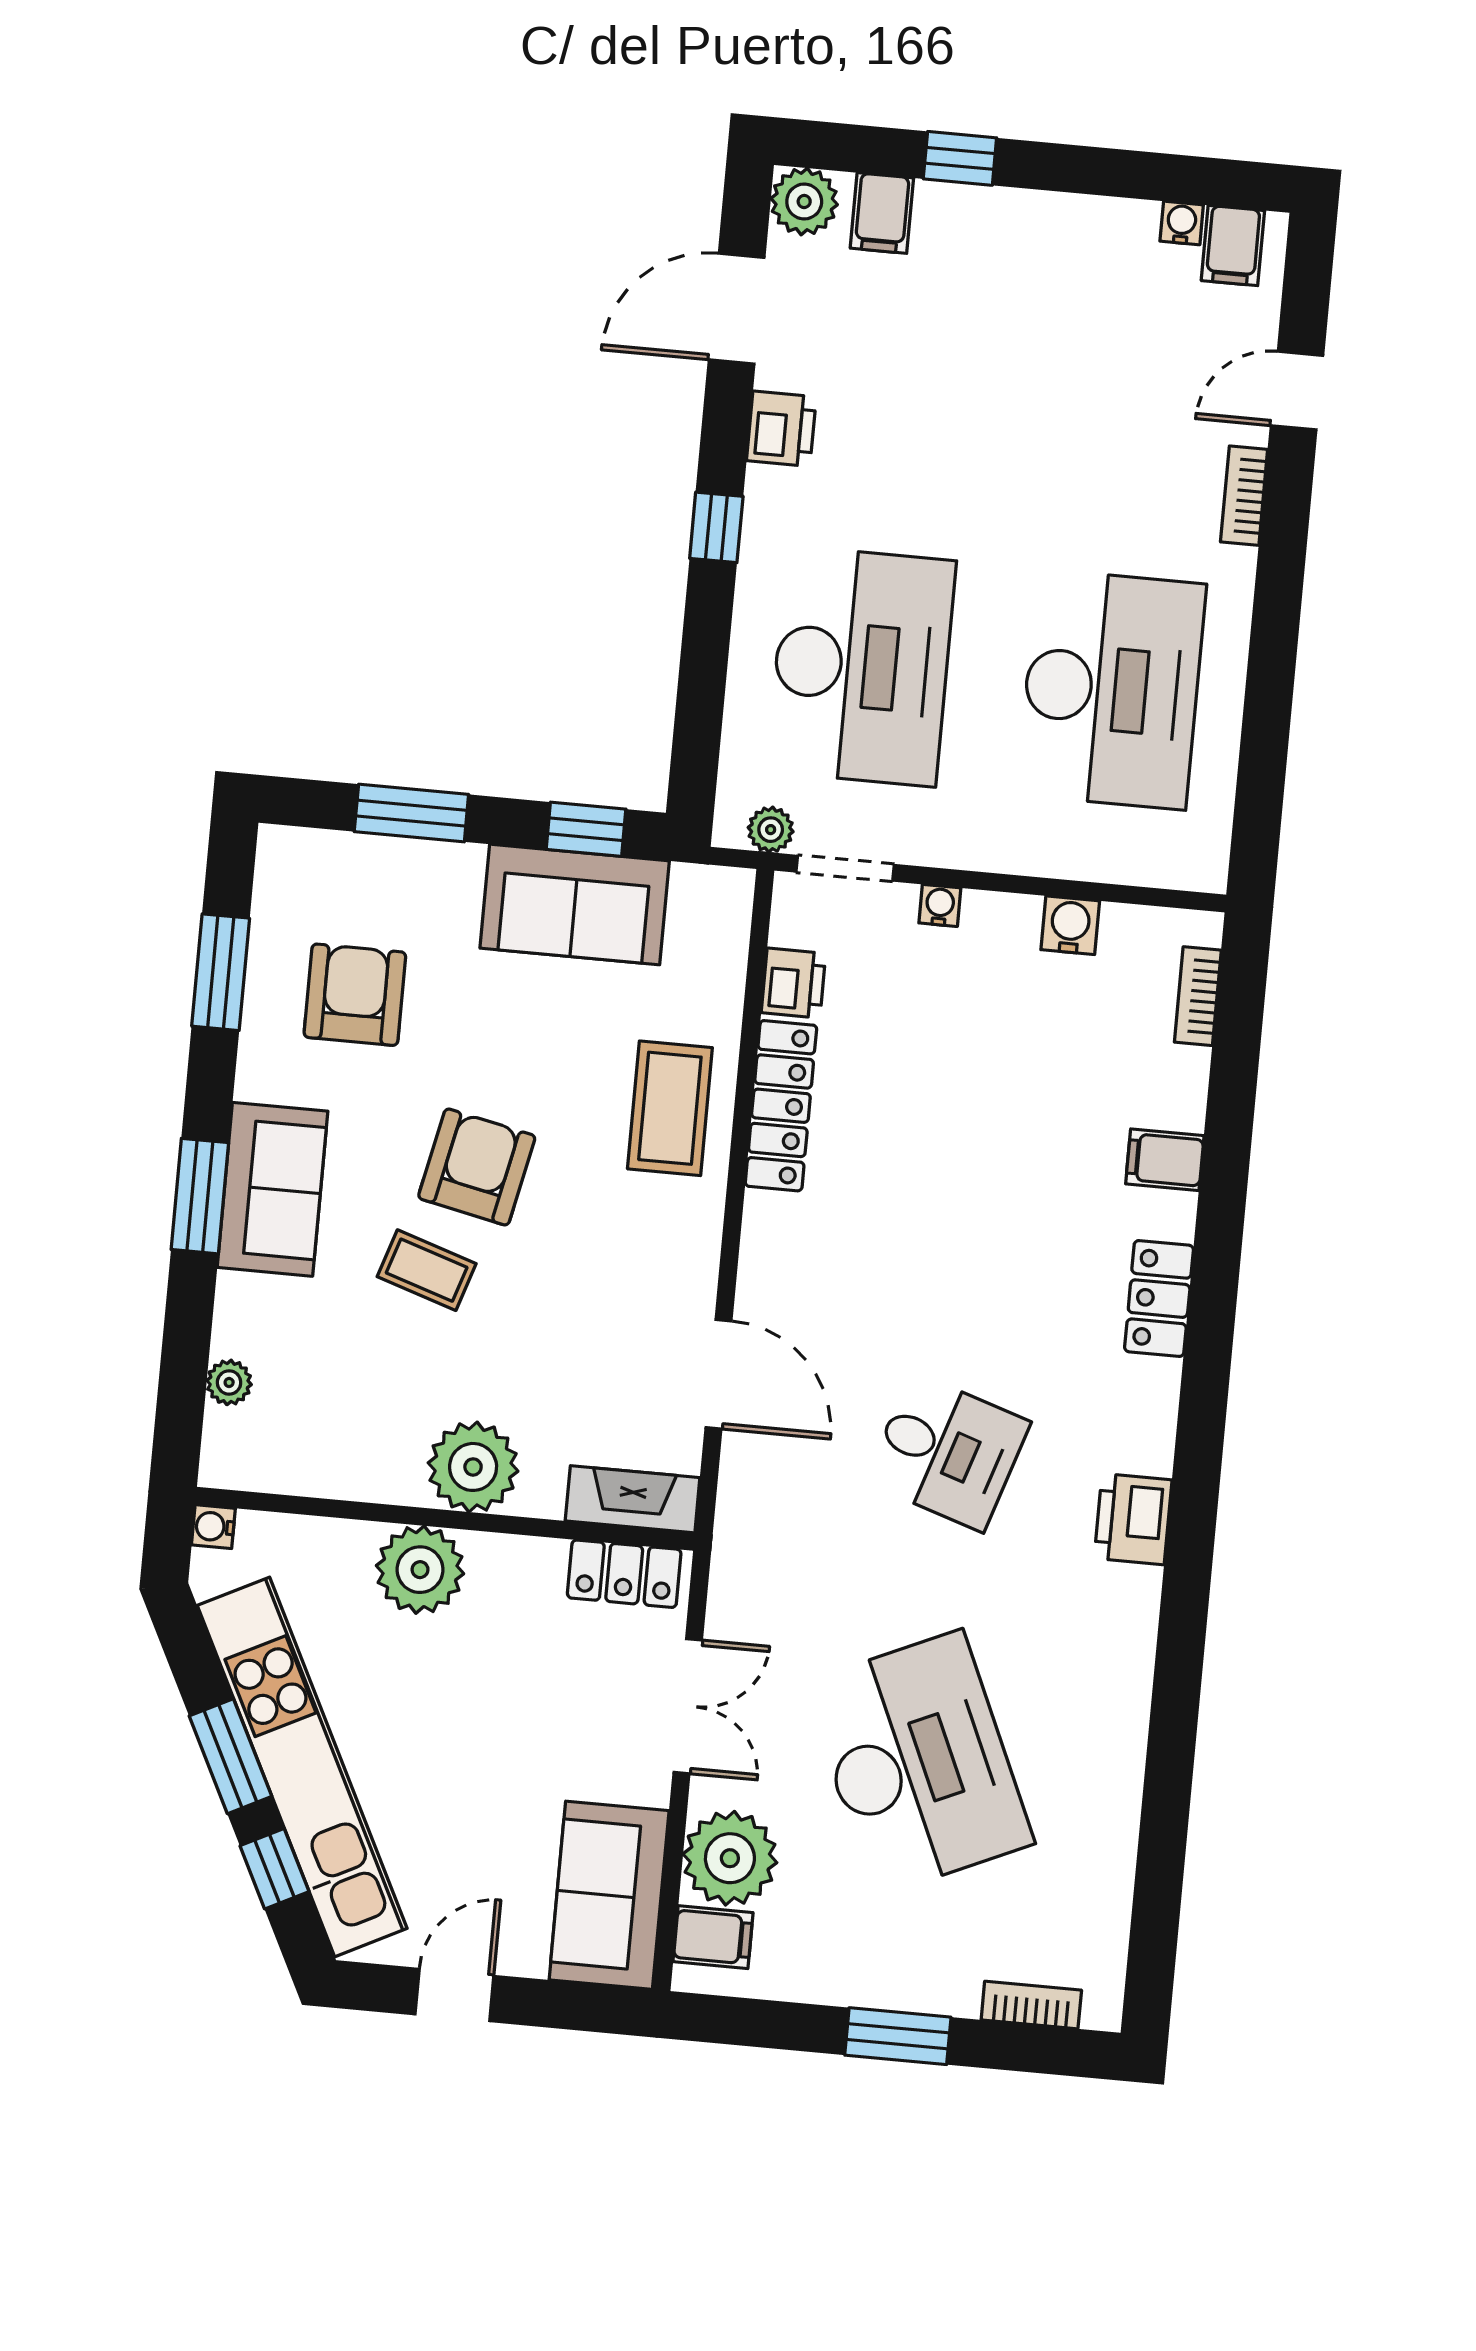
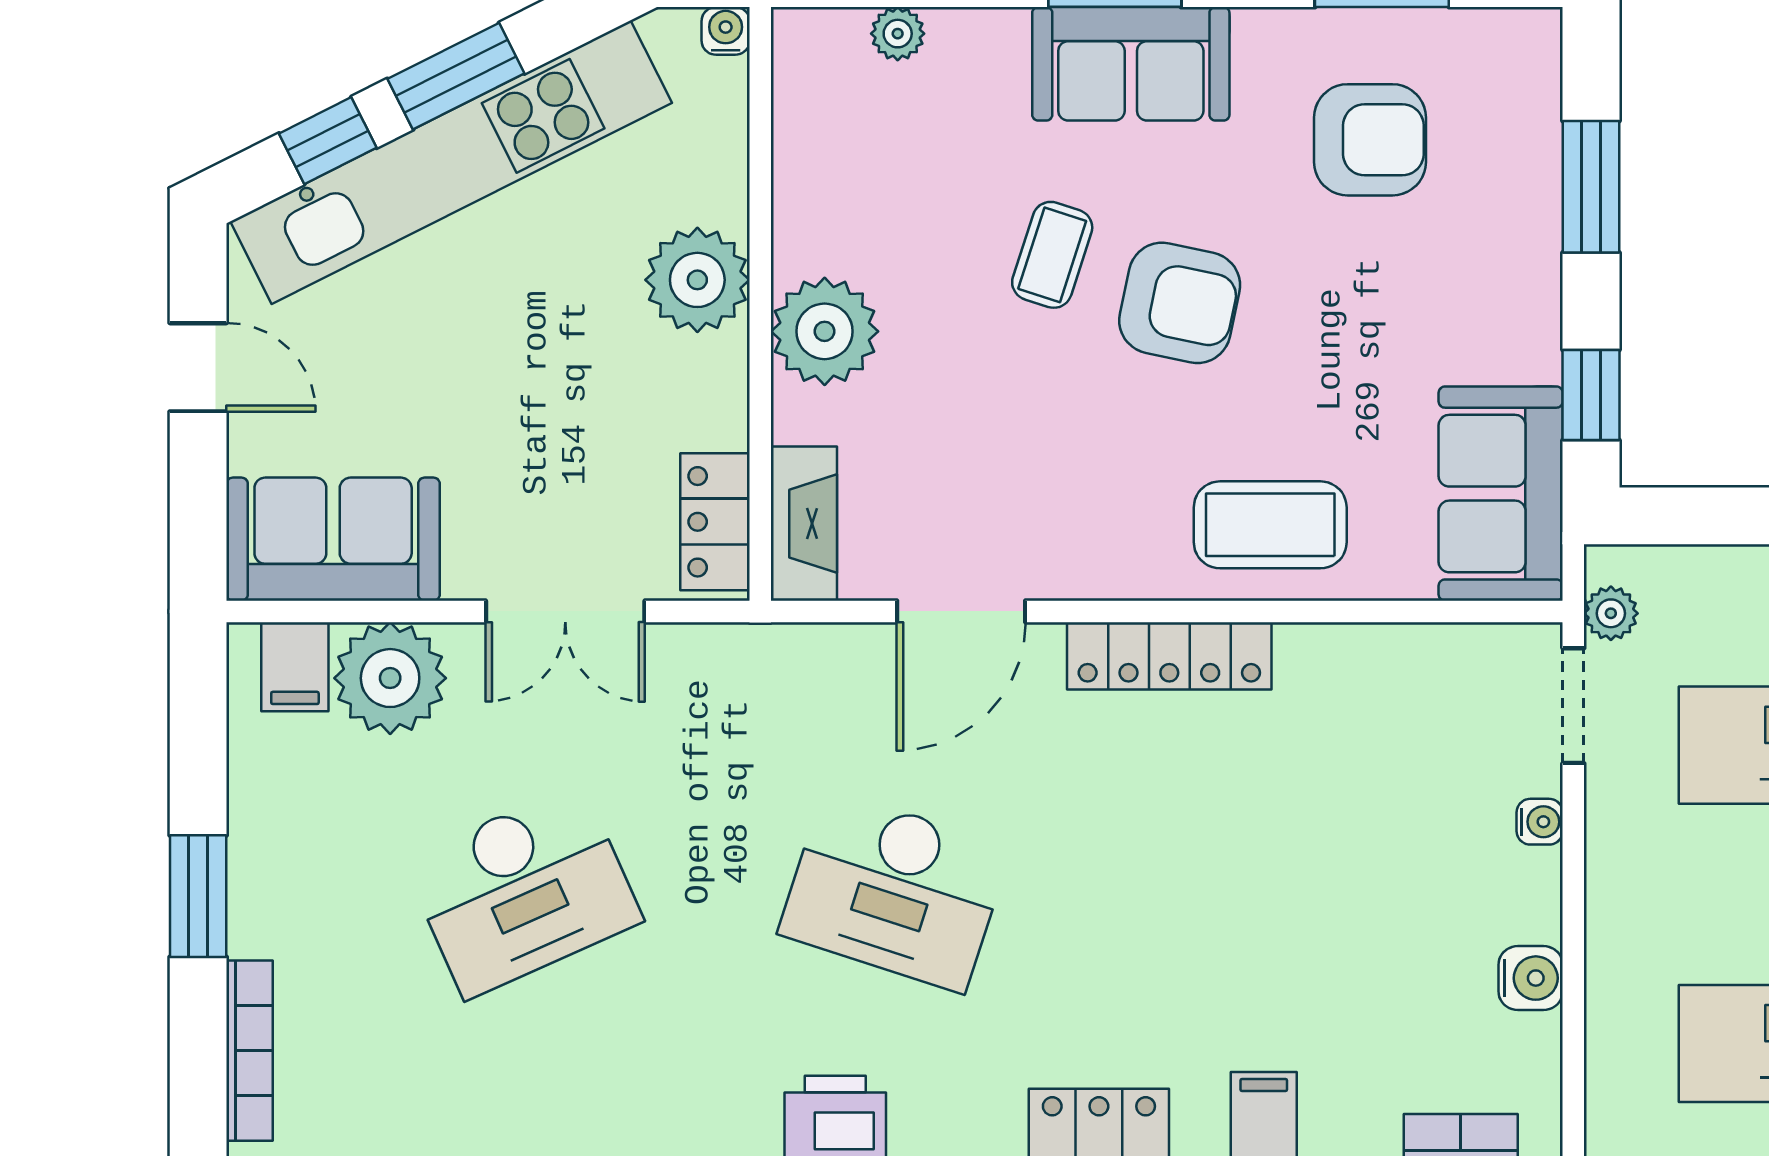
sofa: (575, 905) -> (1501, 494), moved
printer: (793, 983) -> (1432, 657), removed
locker: (781, 1106) -> (1169, 656), moved
desk: (948, 1452) -> (895, 891), width x1.37
desk: (919, 1763) -> (523, 891), width x0.73, depth x0.77
bookcase: (1031, 2005) -> (249, 1051), width x1.56

